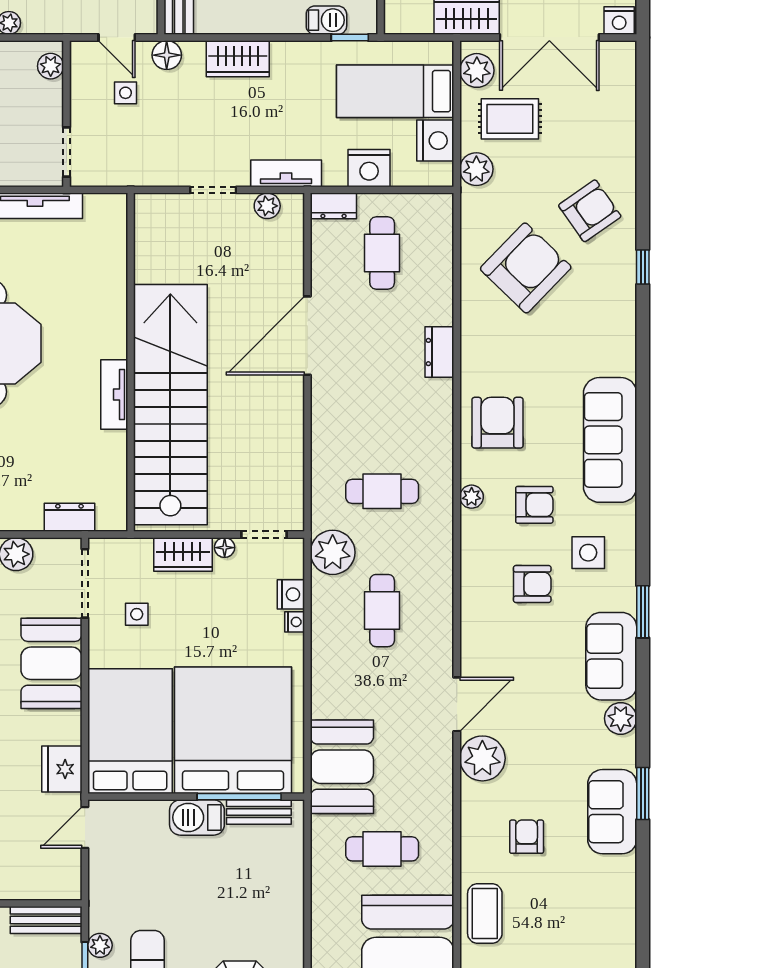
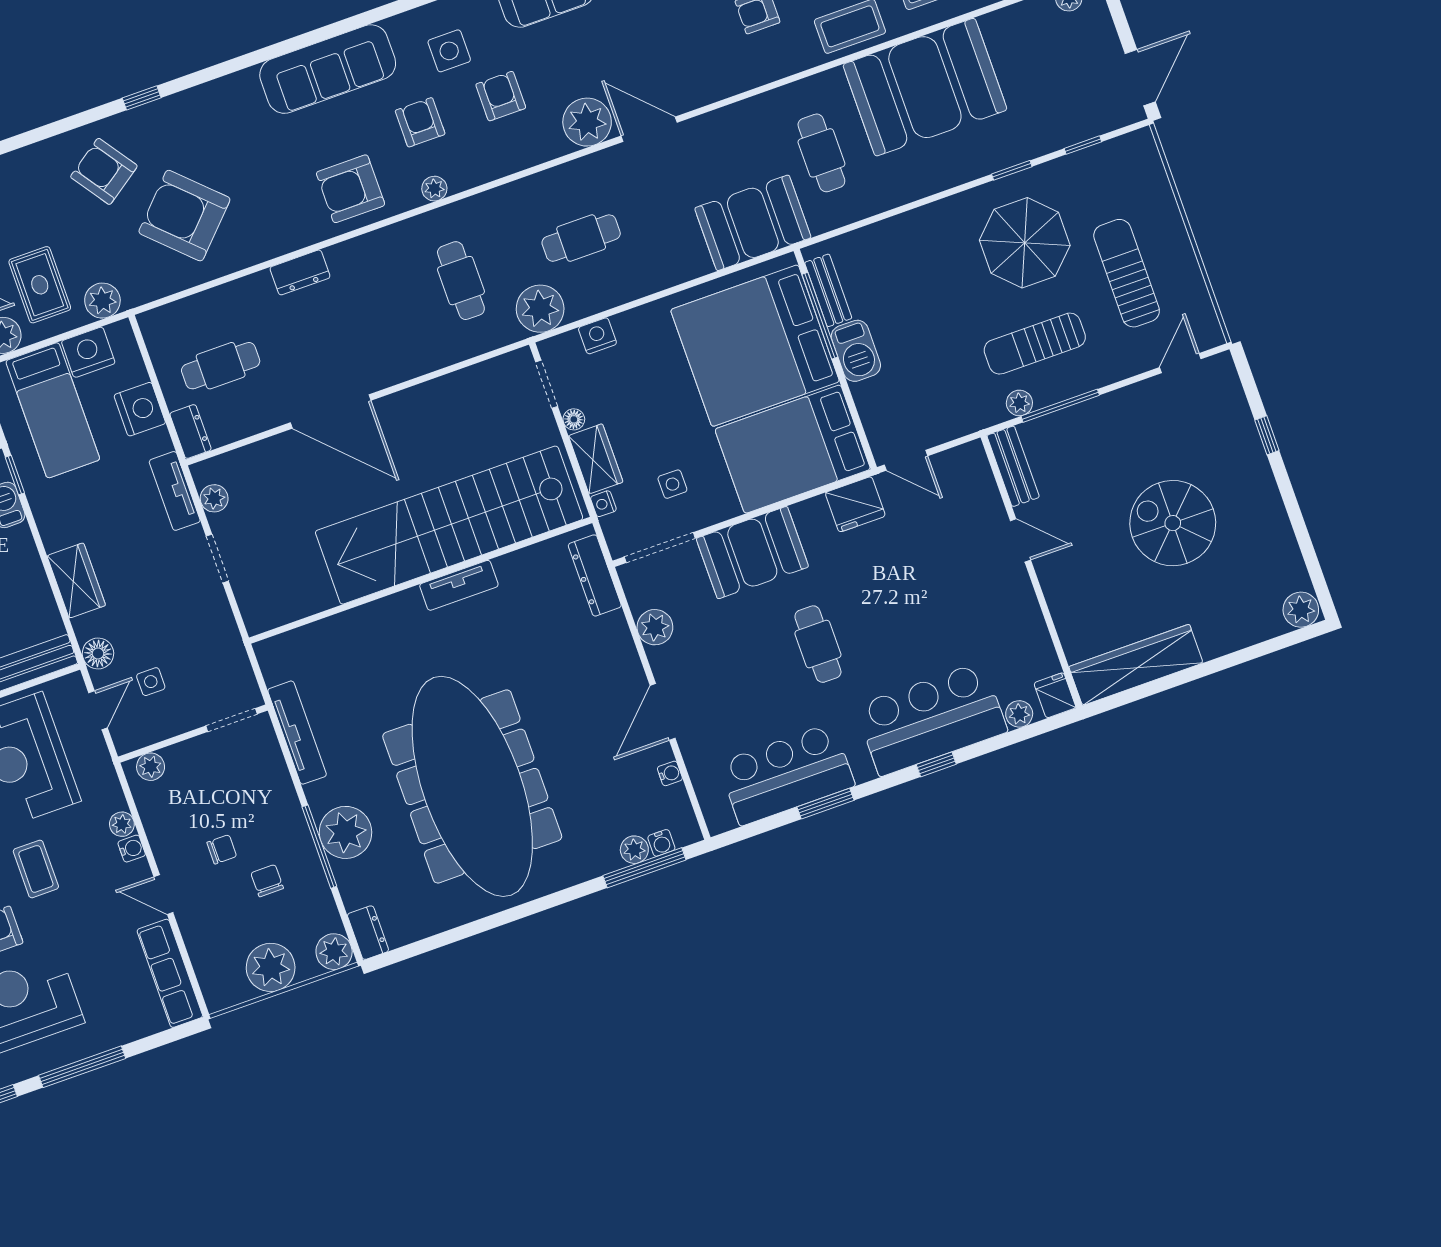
dresser: (69, 517) -> (595, 575), width x1.44
nightstand: (295, 622) -> (603, 504), moved, turned -90
plant: (482, 758) -> (587, 122), moved

